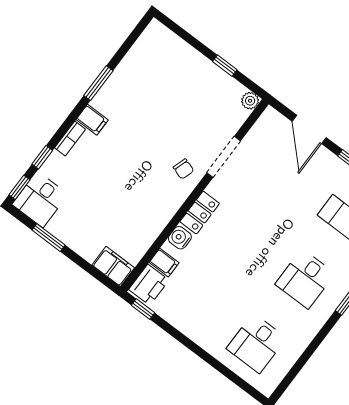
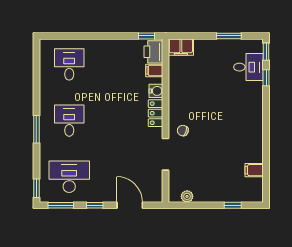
window: (225, 66) -> (233, 205), moved
window: (98, 83) -> (266, 143), removed
plant: (250, 101) -> (187, 196), moved
filing cabinet: (92, 120) -> (254, 170), moved
bookcase: (70, 139) -> (258, 100), removed
desk: (40, 199) -> (249, 67), moved, turned 90

